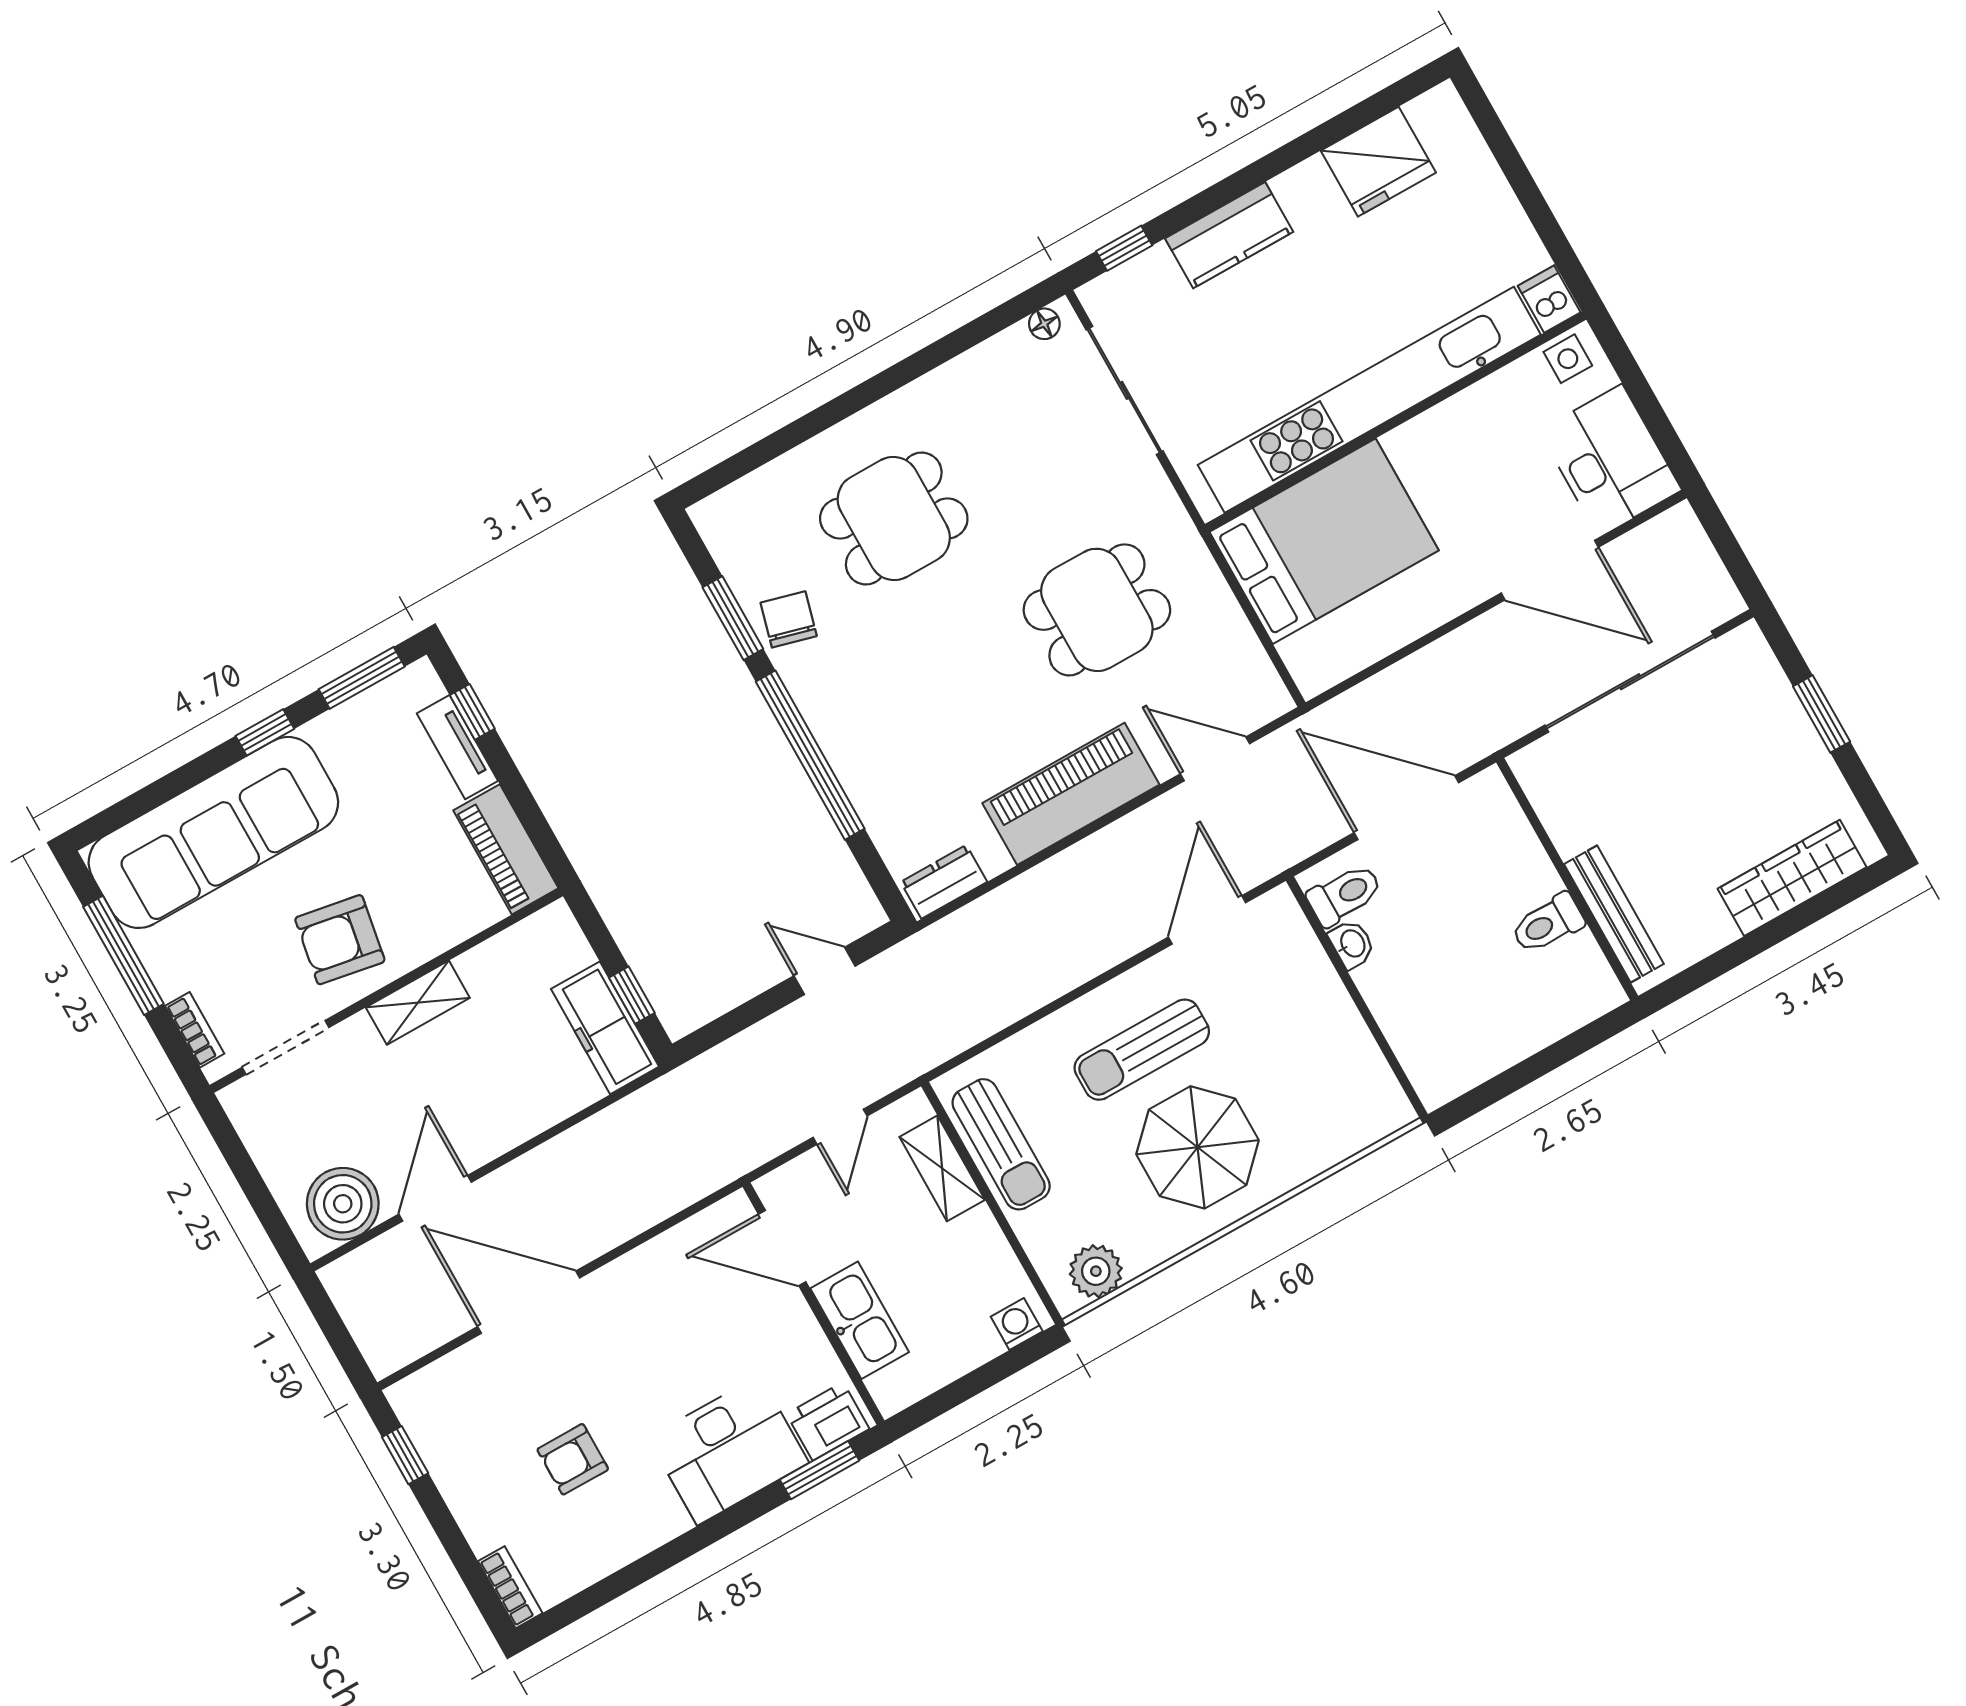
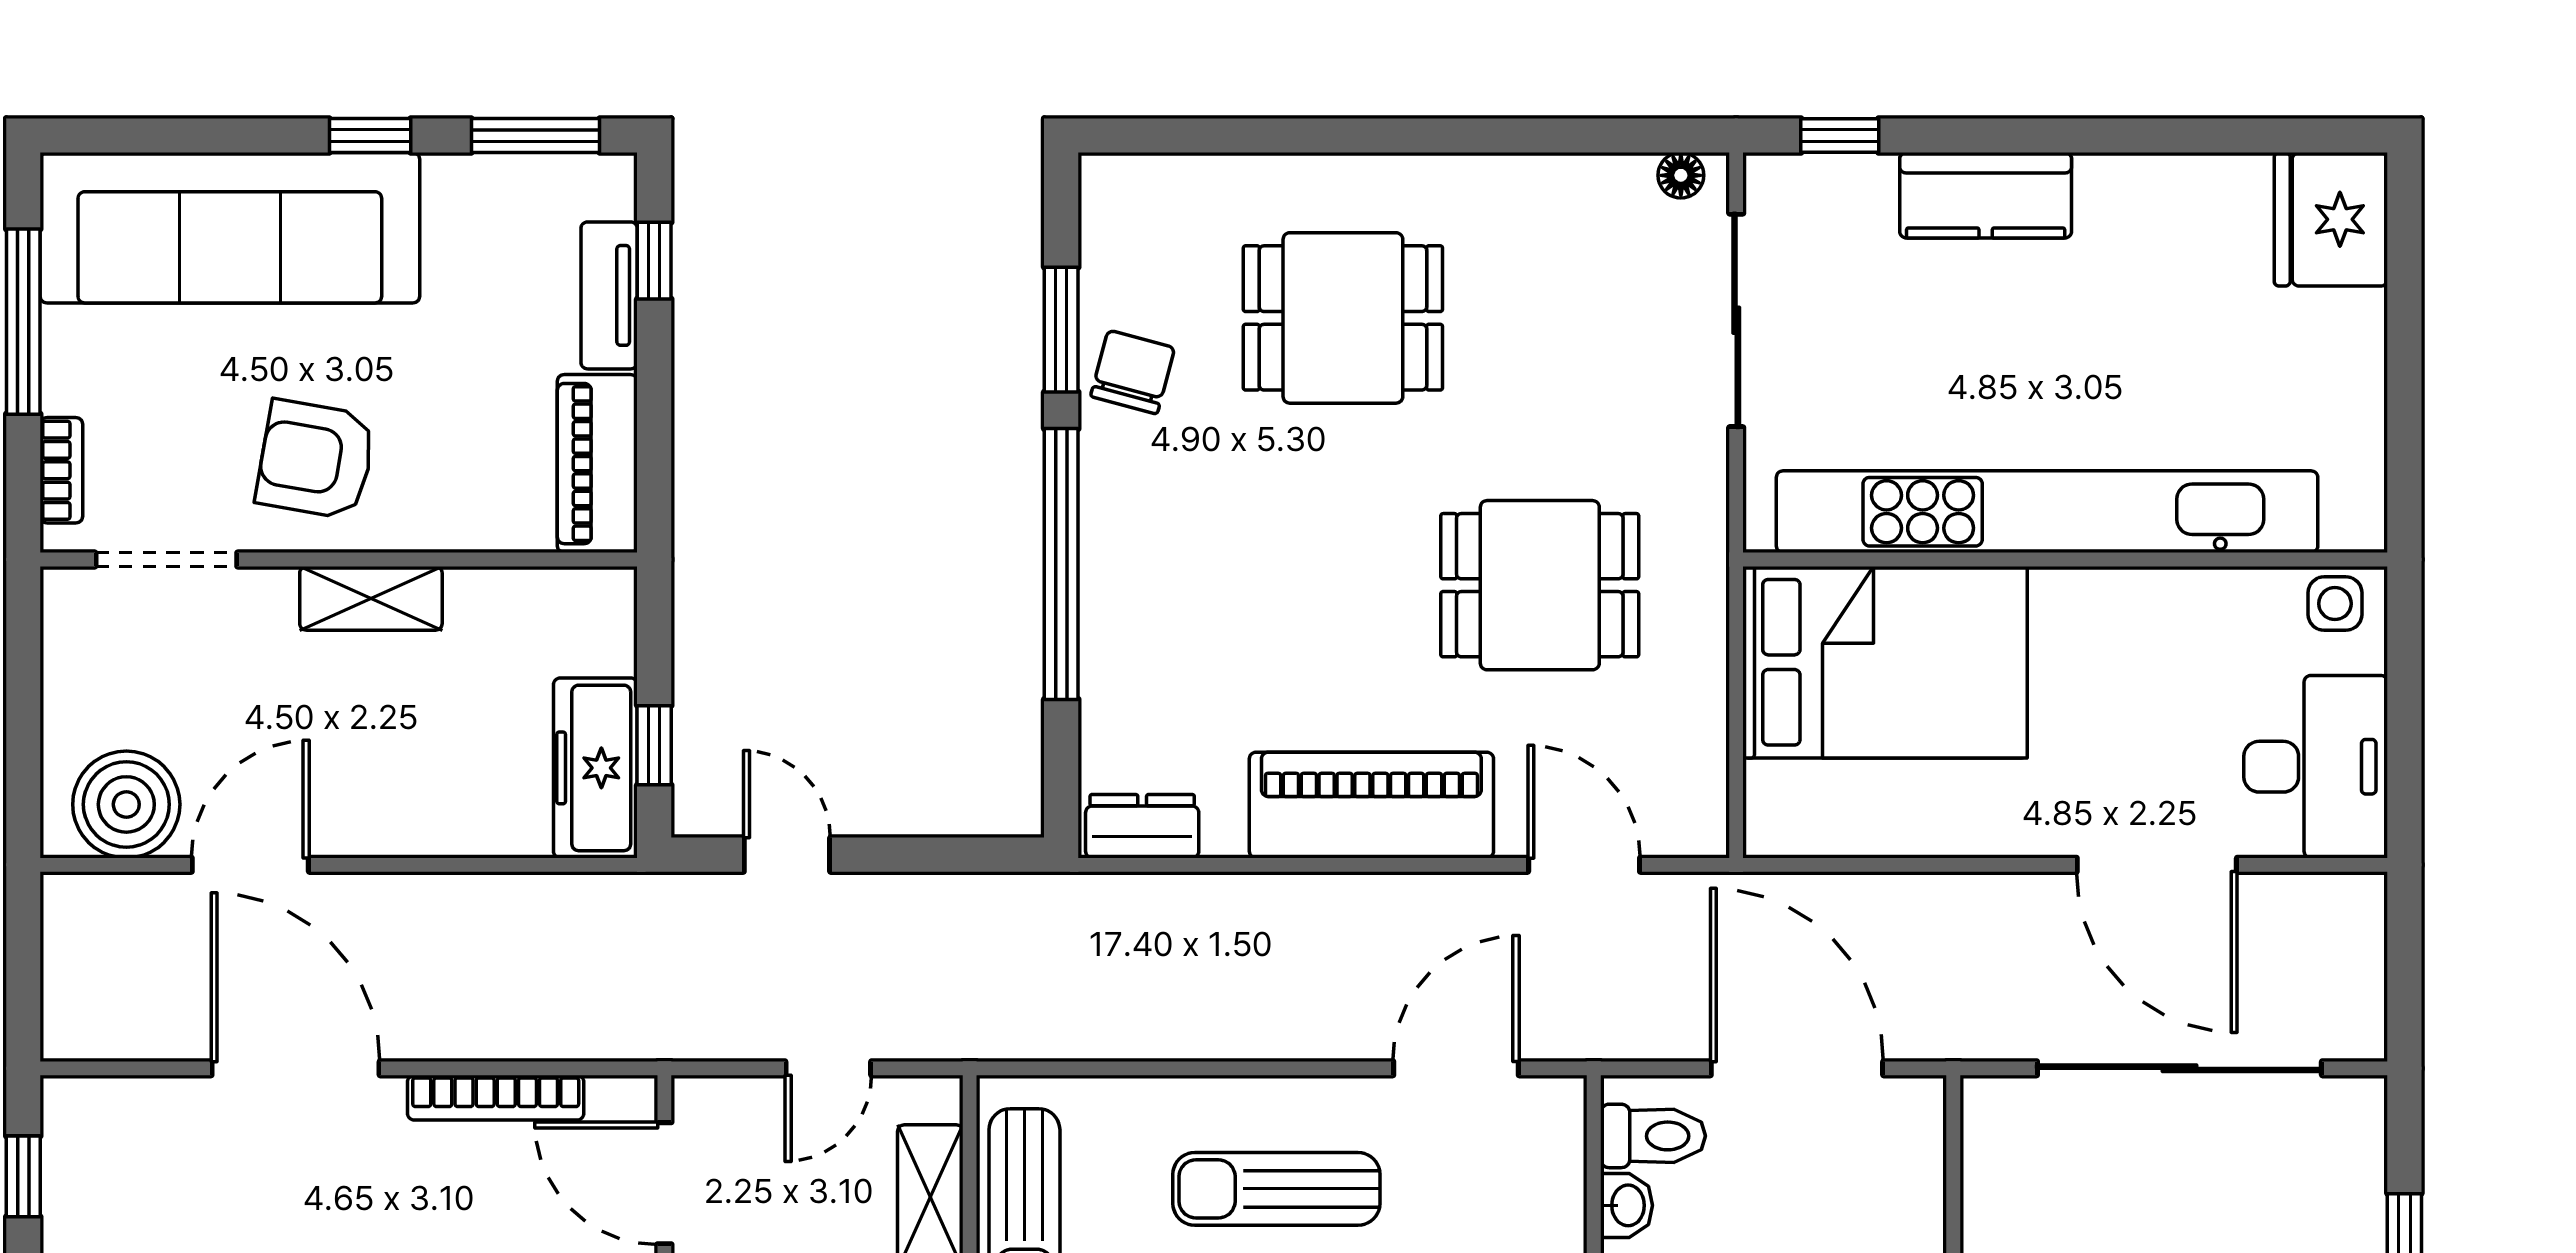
fridge: (1378, 162) -> (2331, 219), moved, turned 90
dishwasher: (1549, 299) -> (2354, 513), removed
door: (824, 971) -> (787, 855), moved
bookcase: (655, 1253) -> (496, 1098), added

